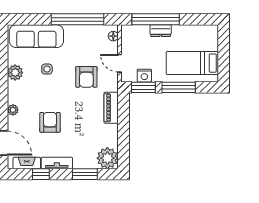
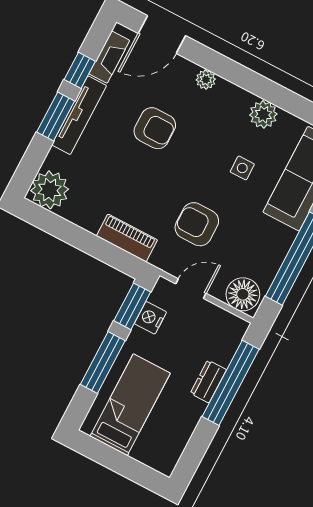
floor lamp: (113, 36) -> (243, 294), width x1.89, depth x1.89
tv unit: (57, 163) -> (79, 115), width x1.41
window: (85, 174) -> (56, 116), moved

